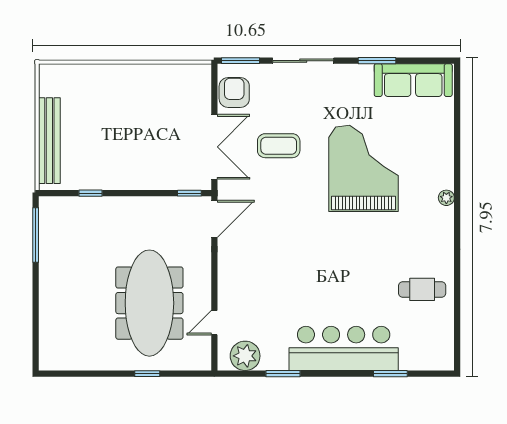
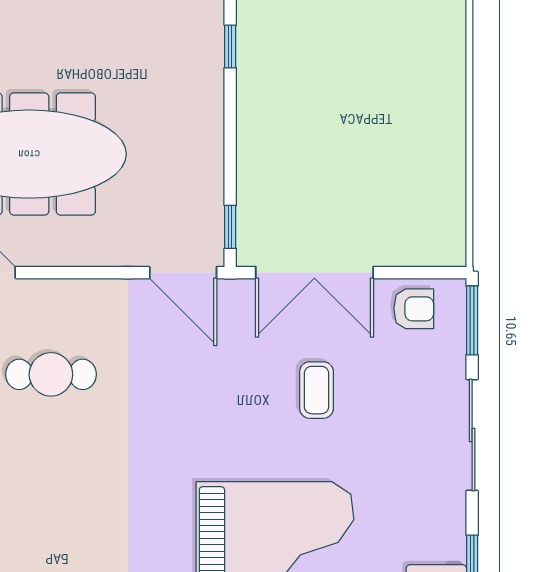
armchair: (234, 92) -> (414, 309), width x0.72, depth x0.72
coffee table: (279, 146) -> (317, 390), width x0.73, depth x0.77
cafe table: (270, 291) -> (51, 374), added

